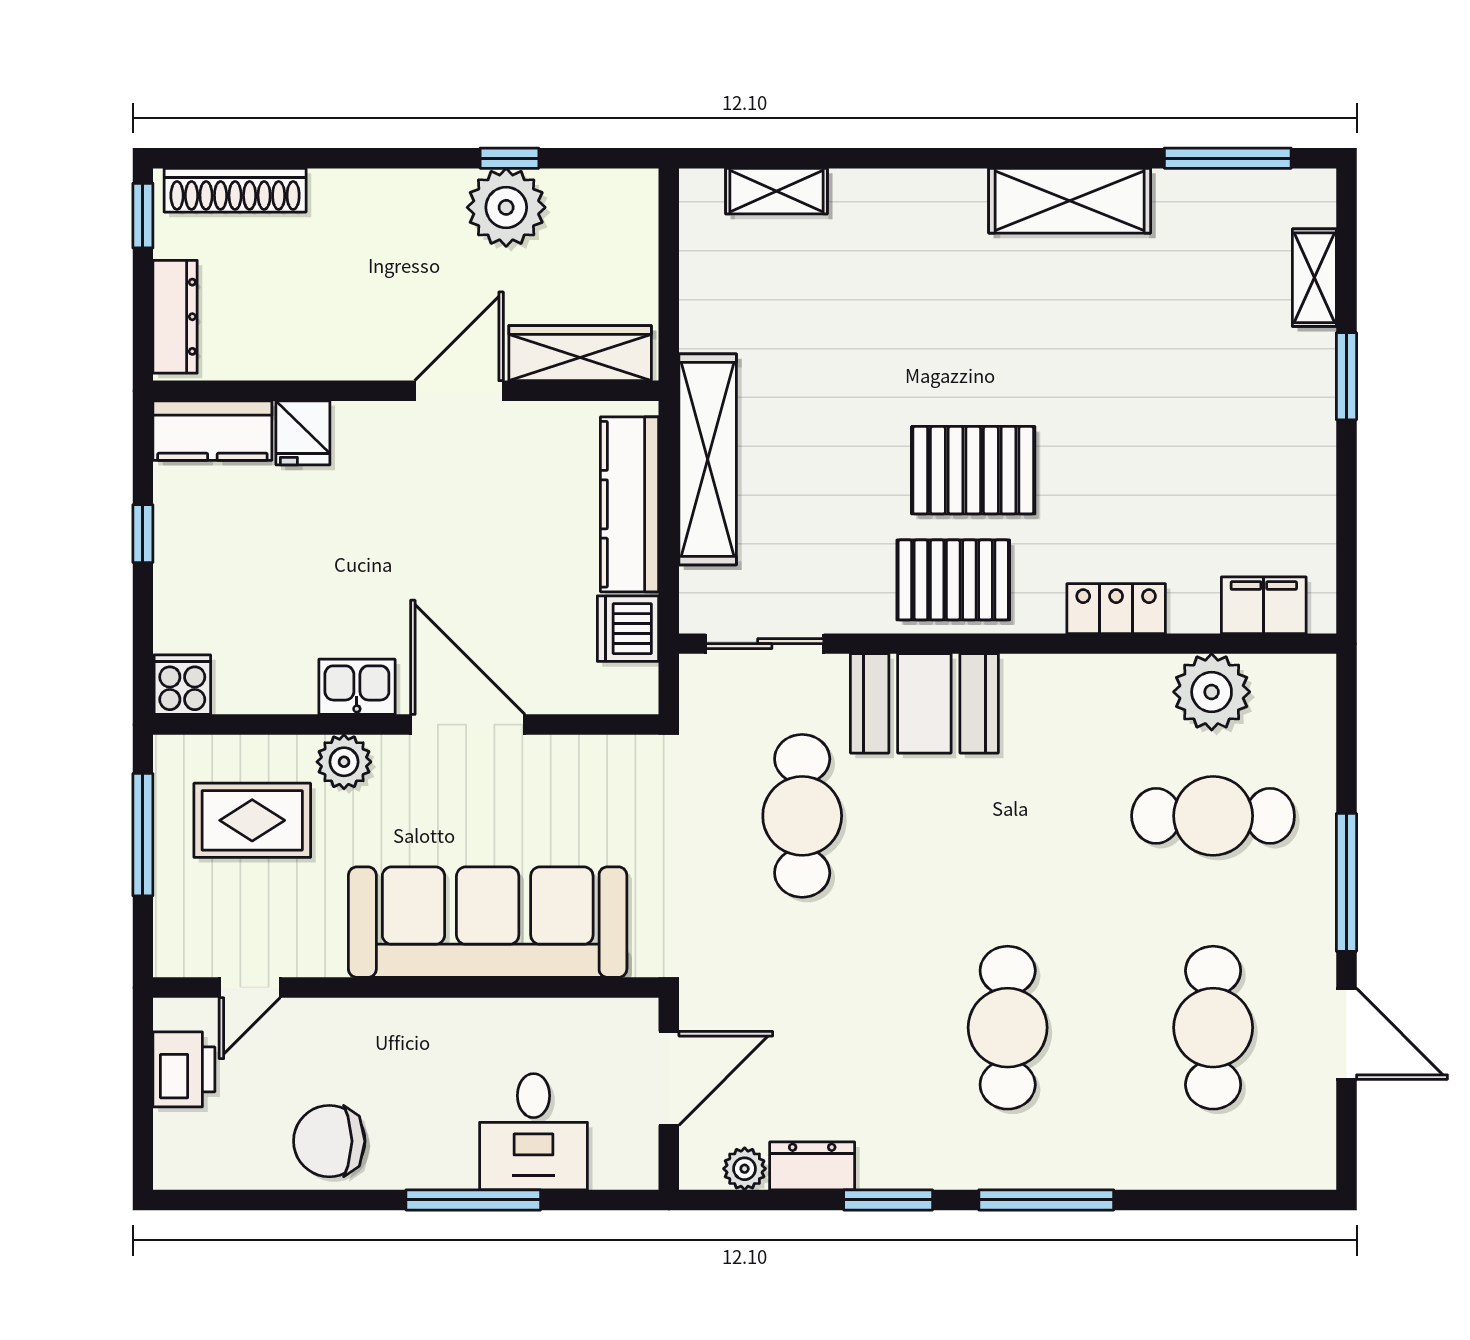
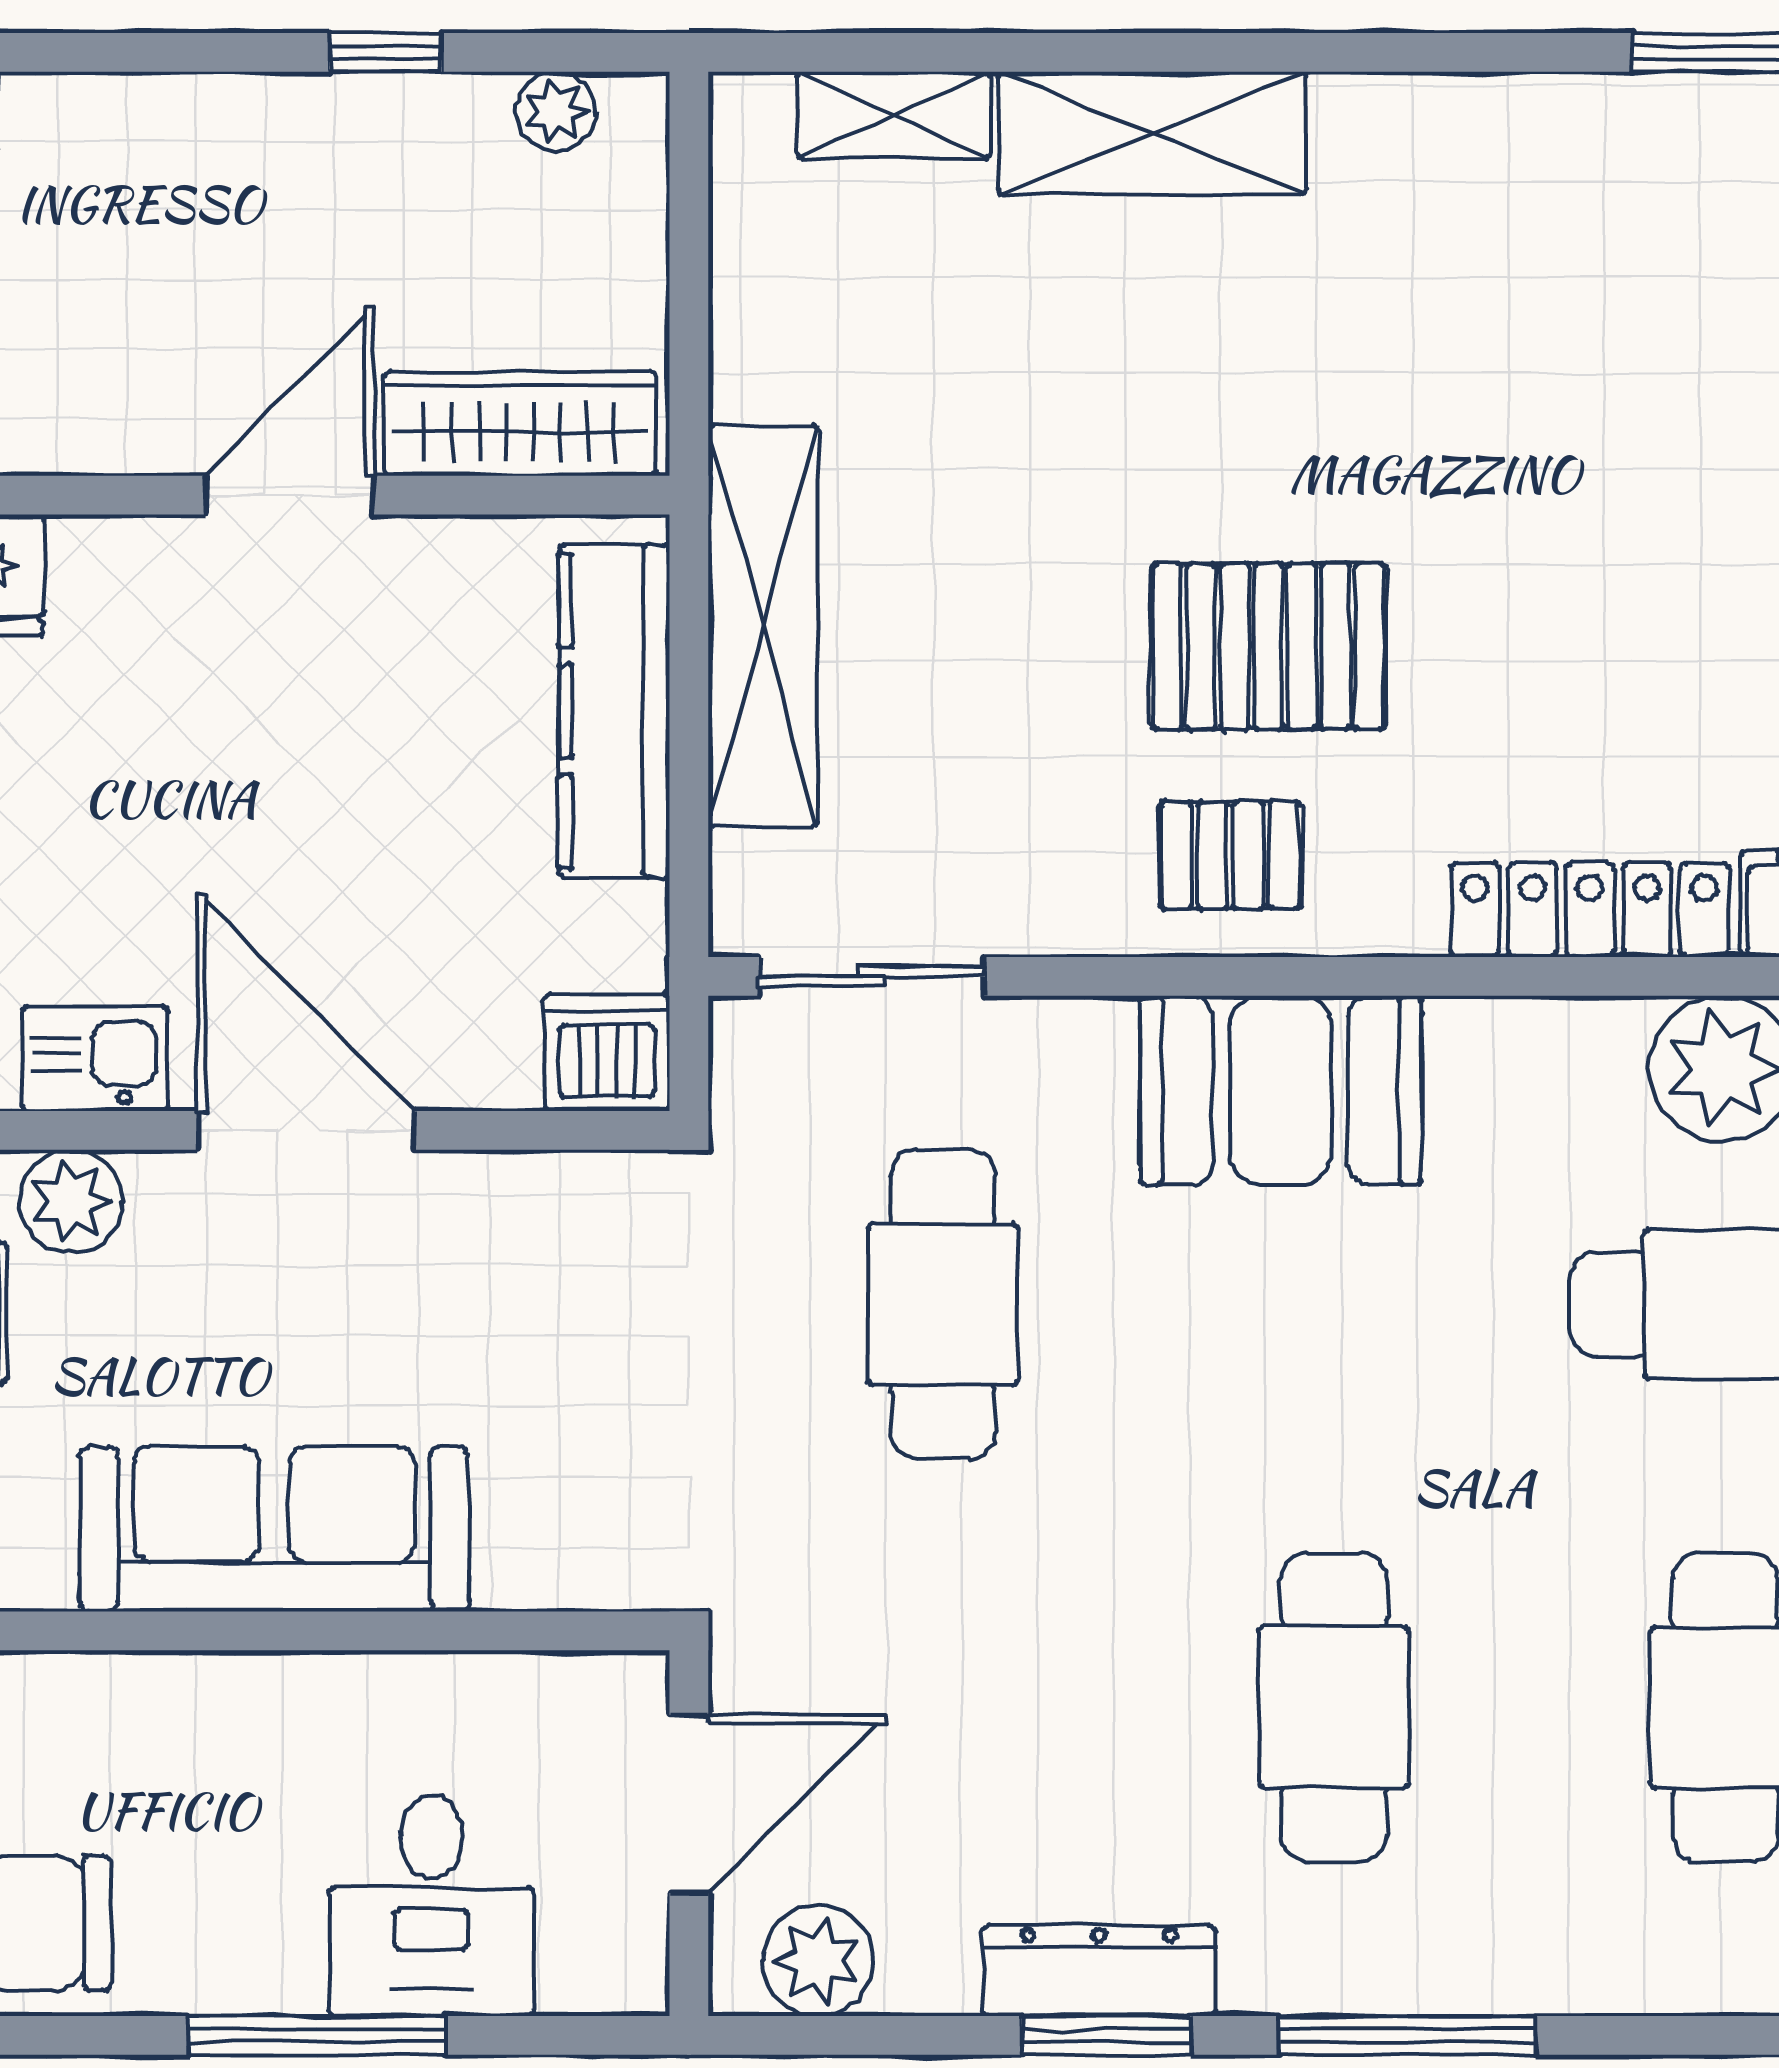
shelving: (1070, 201) -> (1152, 133), moved
plant: (506, 207) -> (556, 111), moved, width x0.53, depth x0.53
pallet: (953, 580) -> (1230, 855), width x0.67, depth x0.71
locker: (1116, 609) -> (1590, 910), width x1.53
dishwasher: (628, 629) -> (607, 1053), moved, turned 90
booth: (924, 703) -> (1281, 1090), moved
sofa: (488, 922) -> (274, 1529), width x0.74, depth x0.79
dresser: (812, 1166) -> (1099, 1971), moved, width x1.44
plant: (745, 1169) -> (818, 1961), width x1.38, depth x1.38

